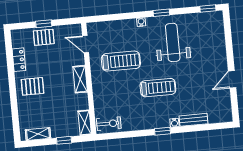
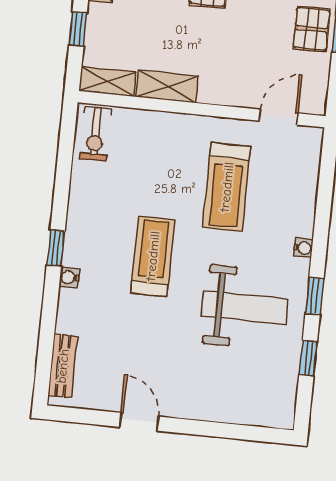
window: (208, 8) -> (308, 358), moved
shelving: (80, 79) -> (167, 86), moved
treadmill: (158, 88) -> (153, 256), turned 180
bench: (193, 120) -> (63, 366), moved

